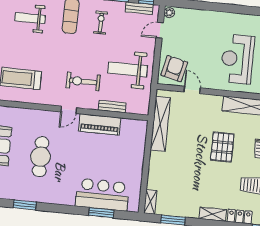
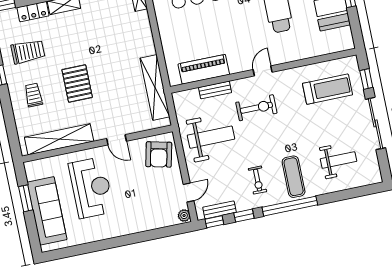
door: (192, 90) -> (117, 140), moved
piano: (100, 124) -> (204, 69), moved

